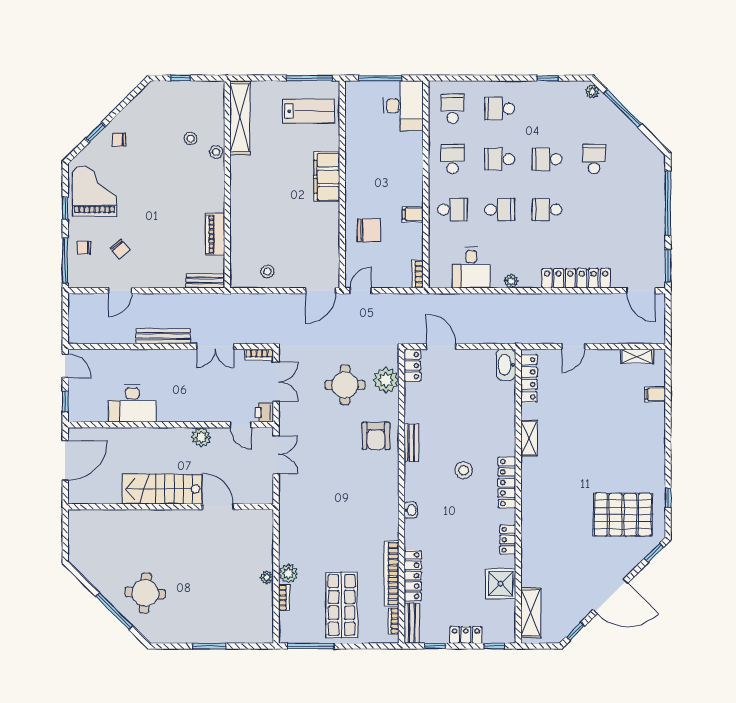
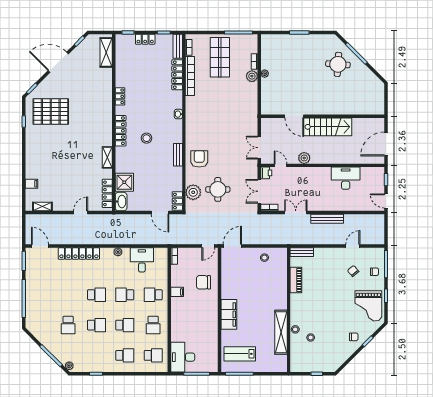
school desk: (453, 109) -> (153, 355), turned -90
shelving: (240, 118) -> (281, 332), moved
shower: (501, 584) -> (124, 182), moved

